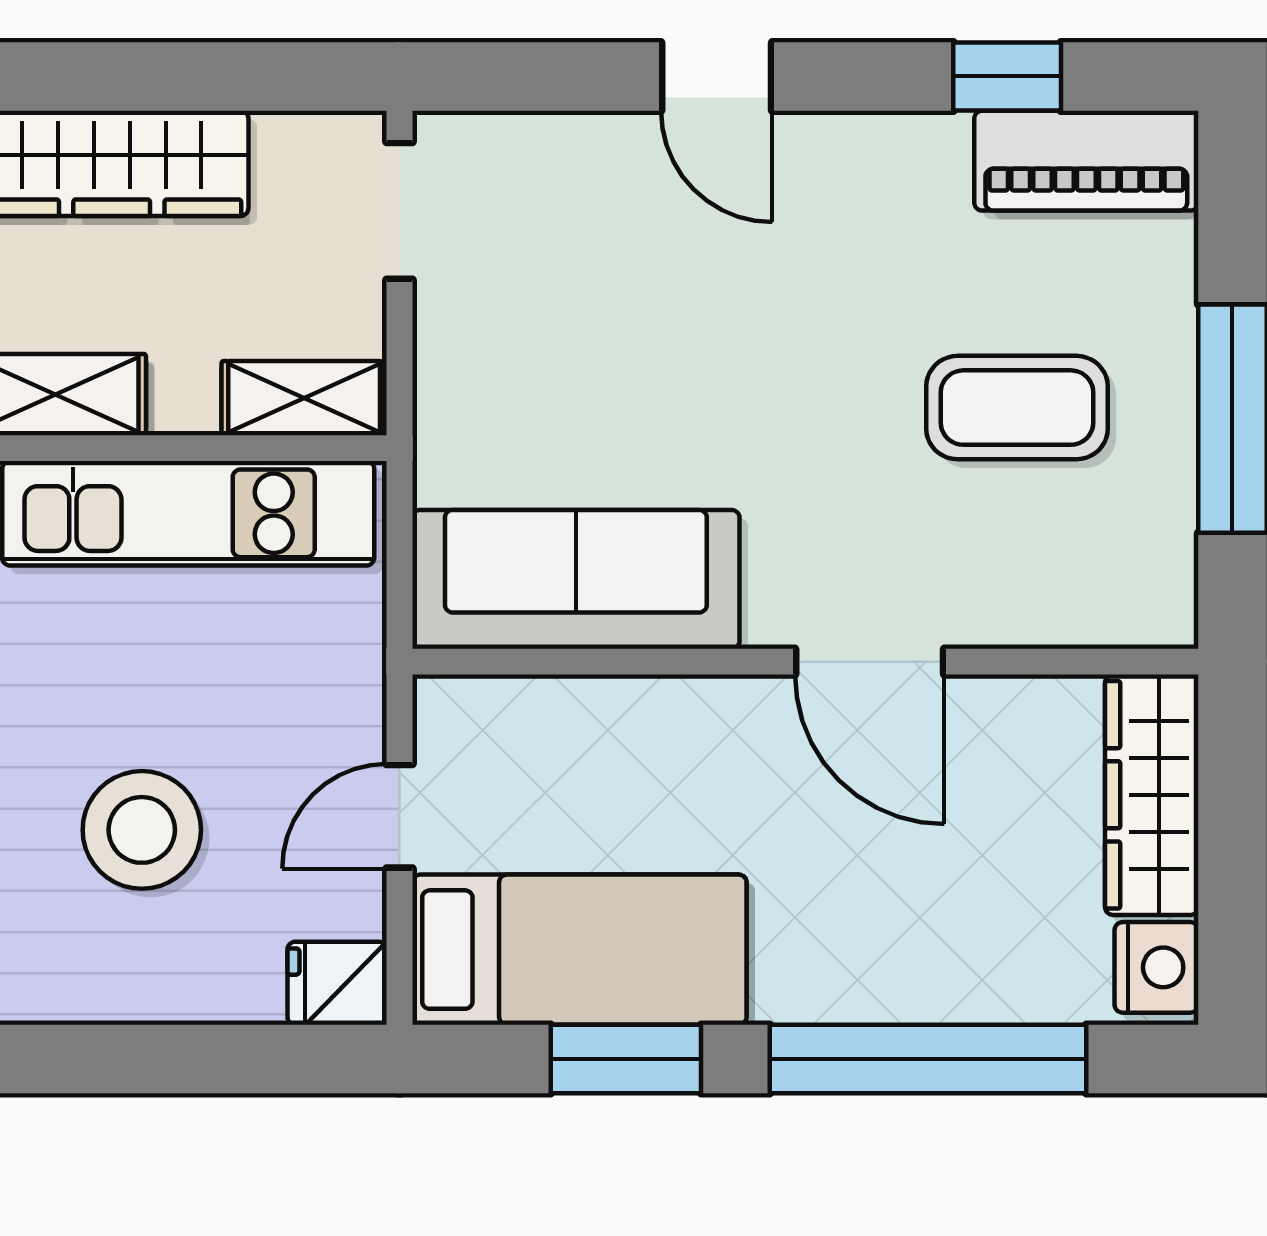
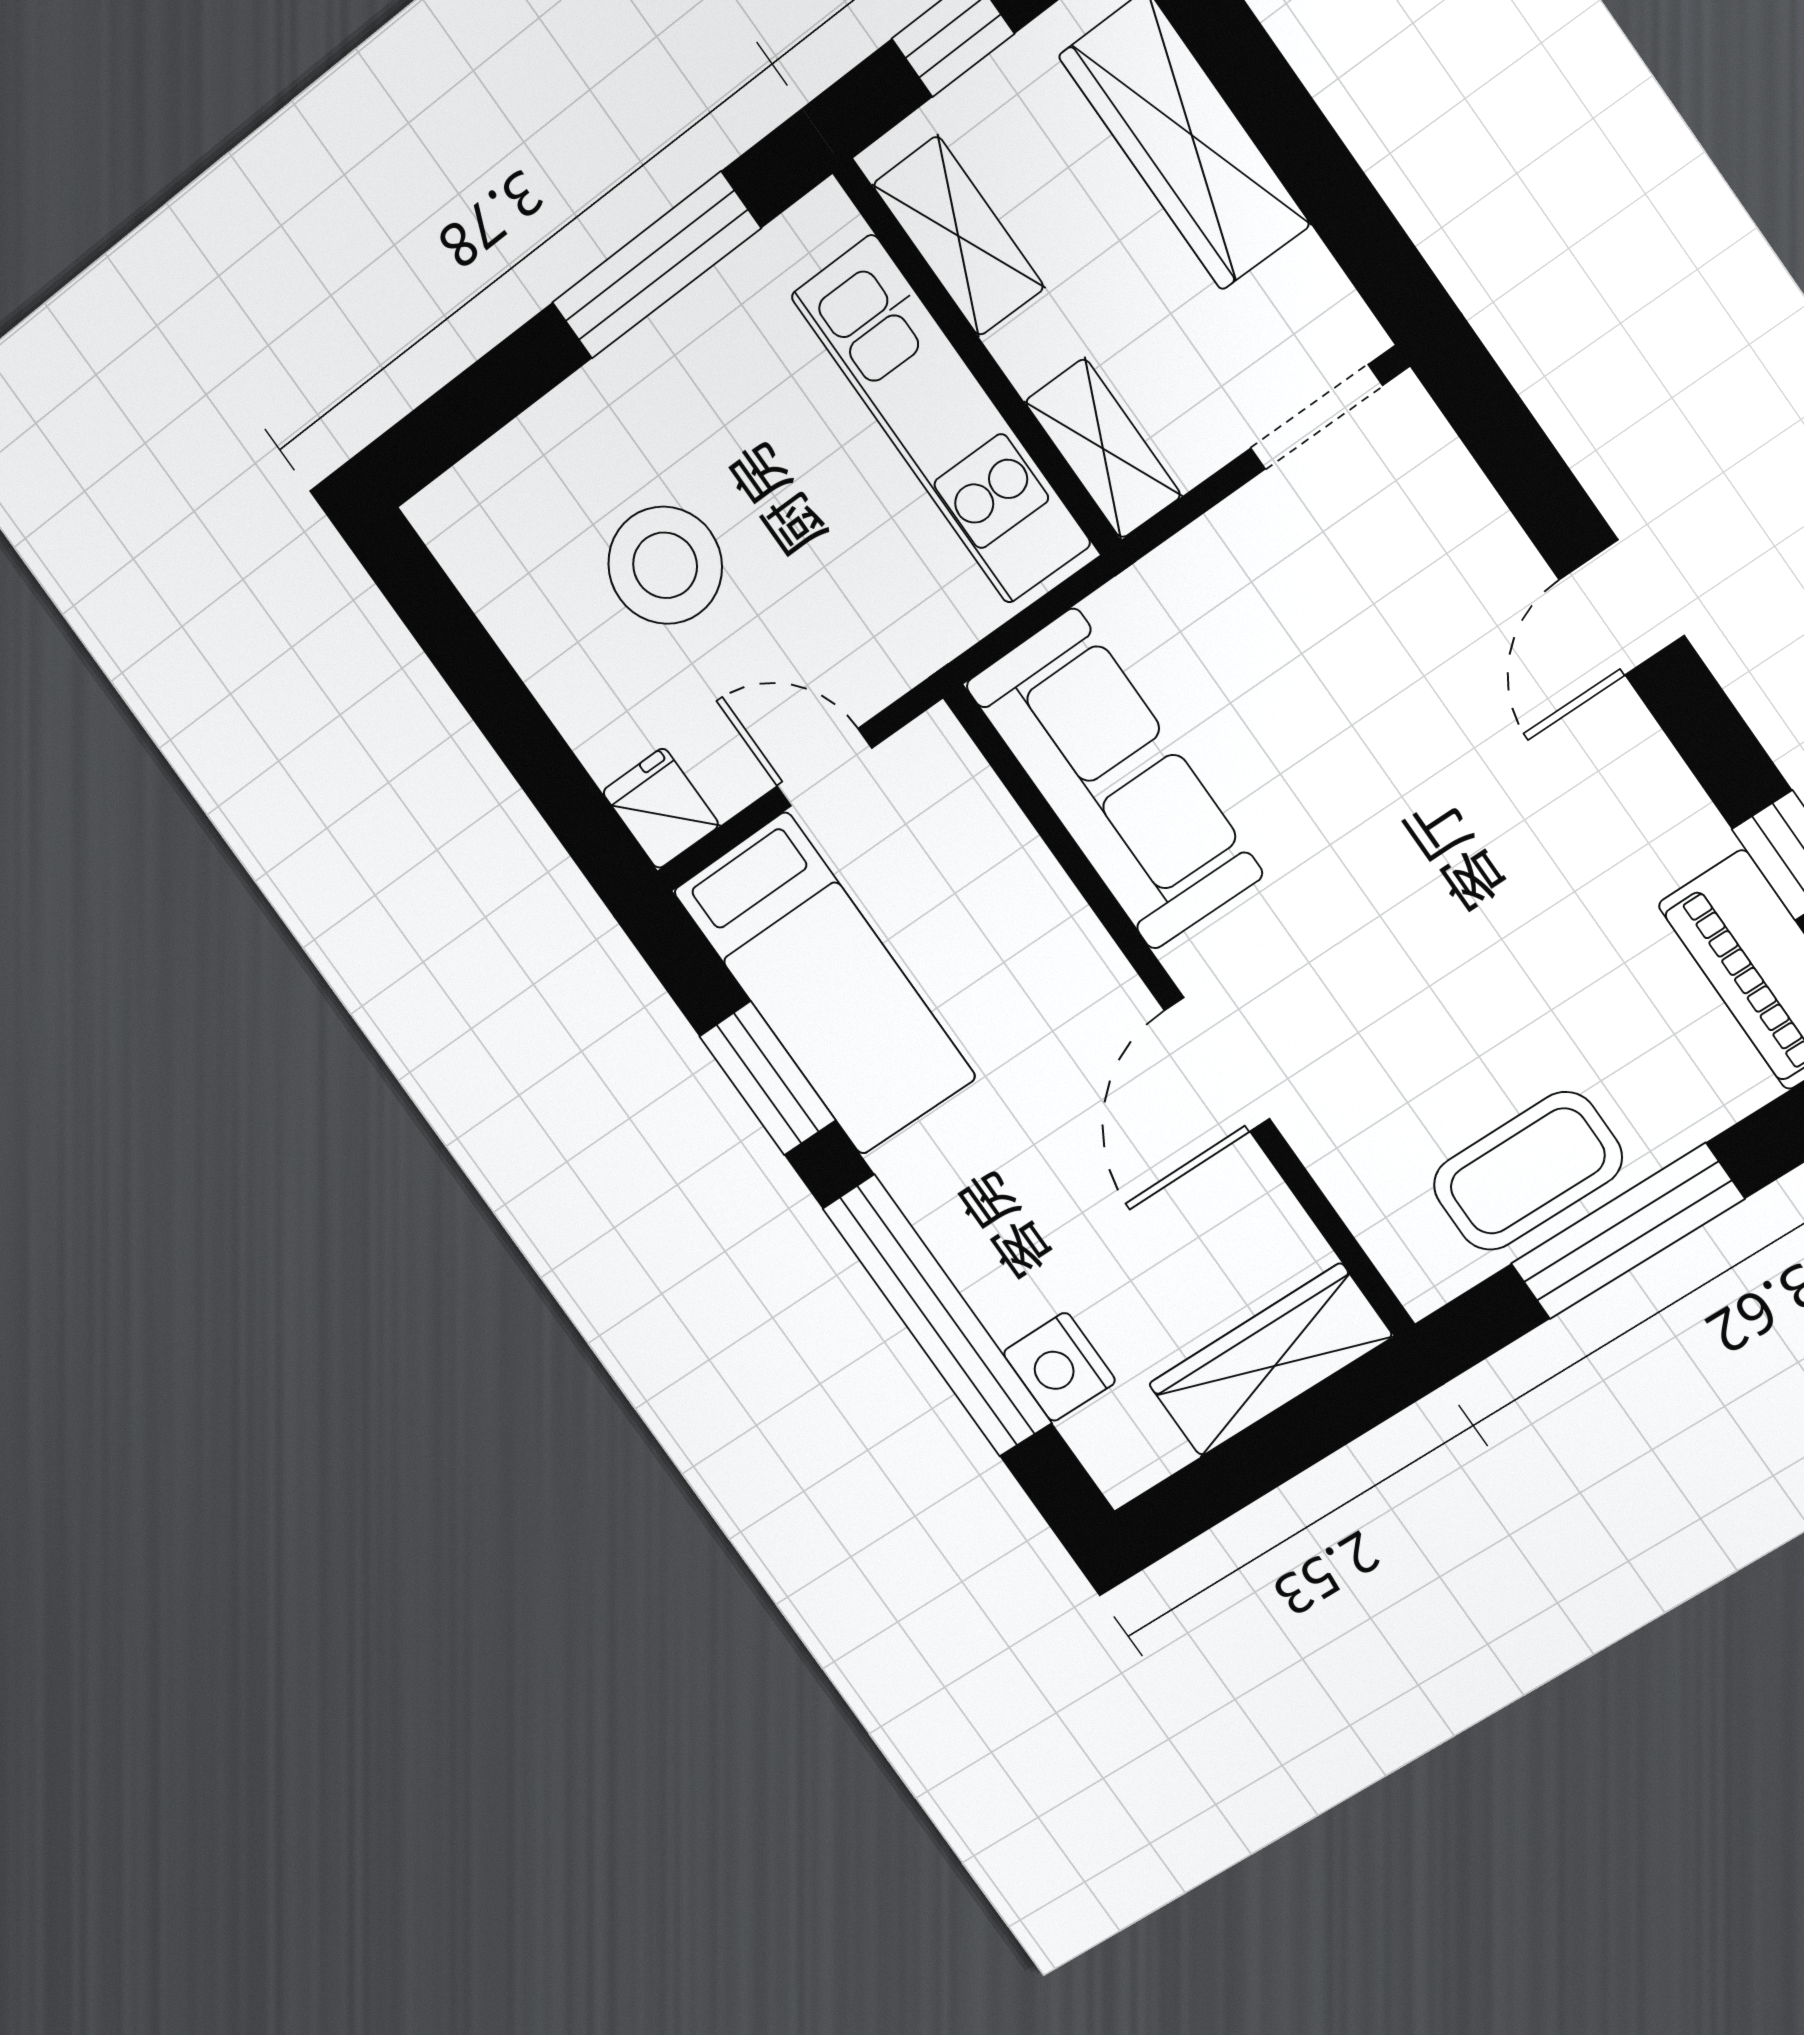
coffee table: (1017, 408) -> (1528, 1171), moved, turned 90
nightstand: (1157, 967) -> (1059, 1367), moved, turned 90

